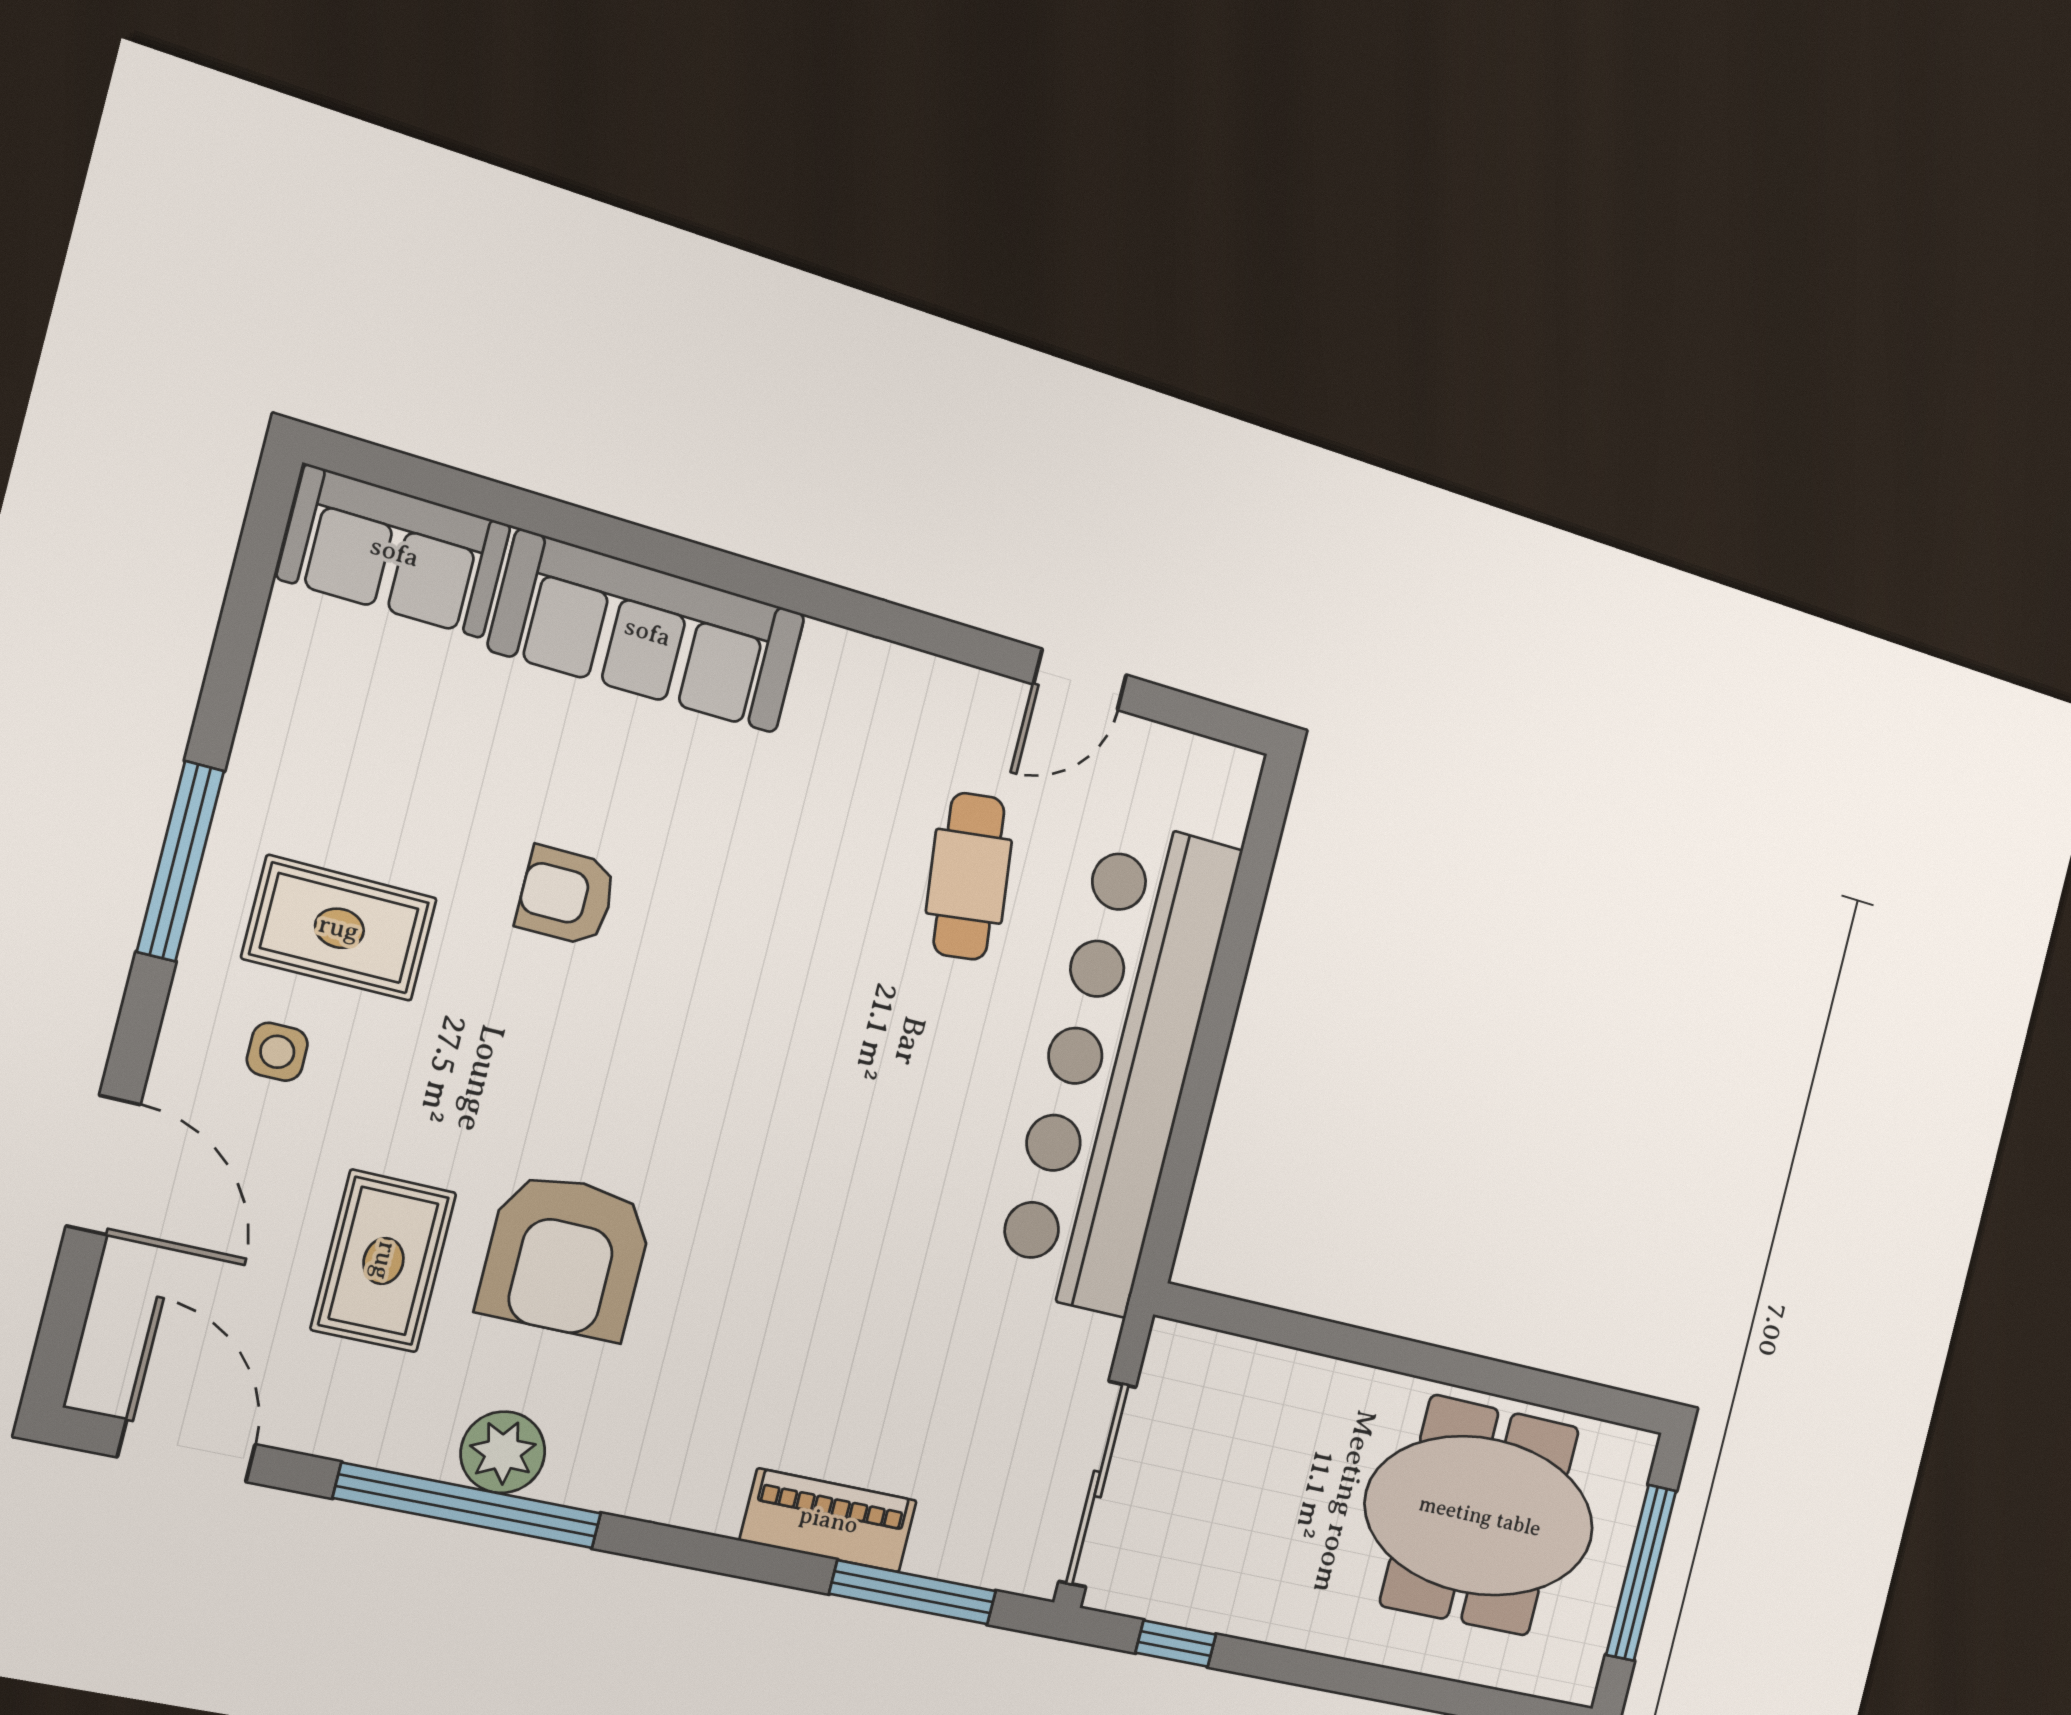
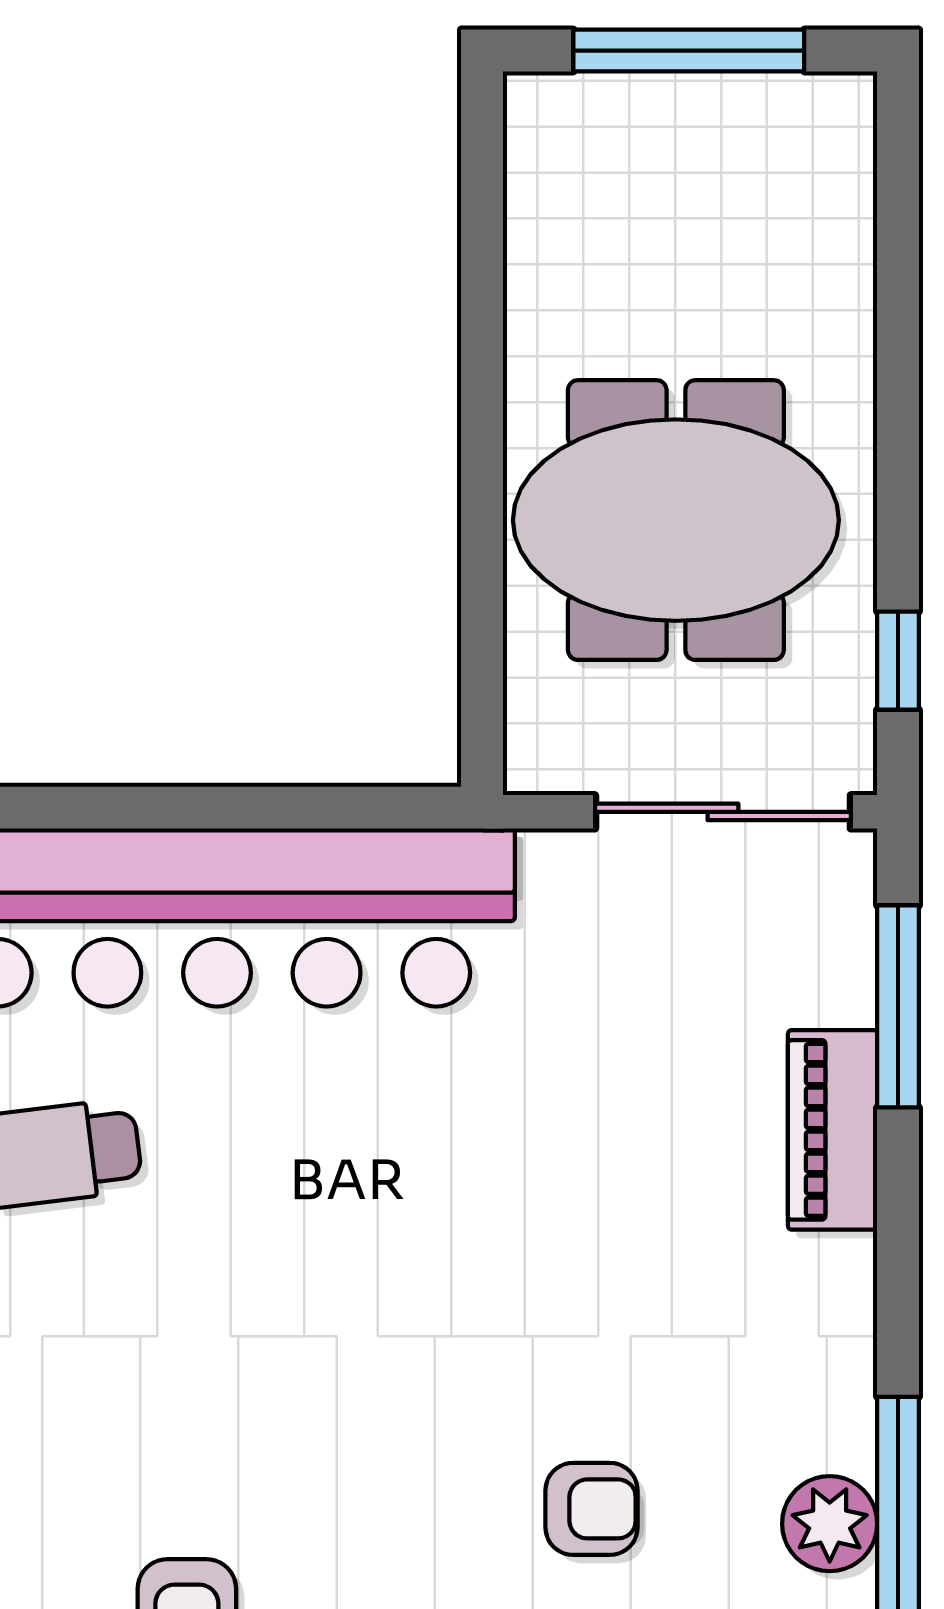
armchair: (566, 1256) -> (592, 1509), width x0.53, depth x0.53
meeting table: (1480, 1516) -> (676, 520), moved, turned 90

